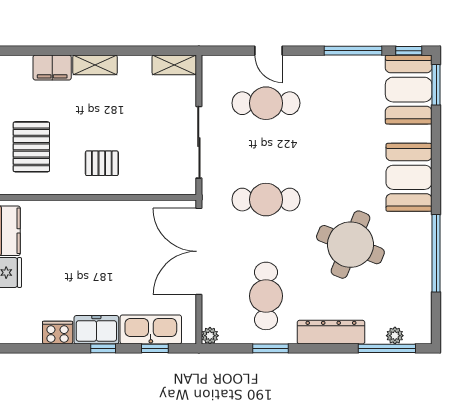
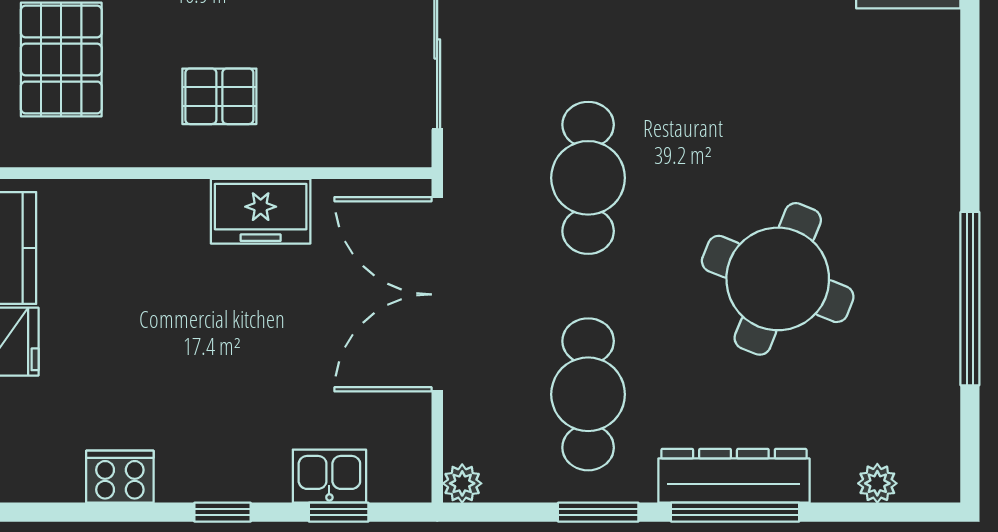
booth: (409, 177) -> (909, 128), removed
cafe table: (266, 200) -> (588, 178), turned 90
freezer: (96, 330) -> (261, 211), moved, turned 180
kitchen sink: (151, 330) -> (329, 476), width x0.53, depth x0.81
window: (387, 348) -> (735, 512), moved

